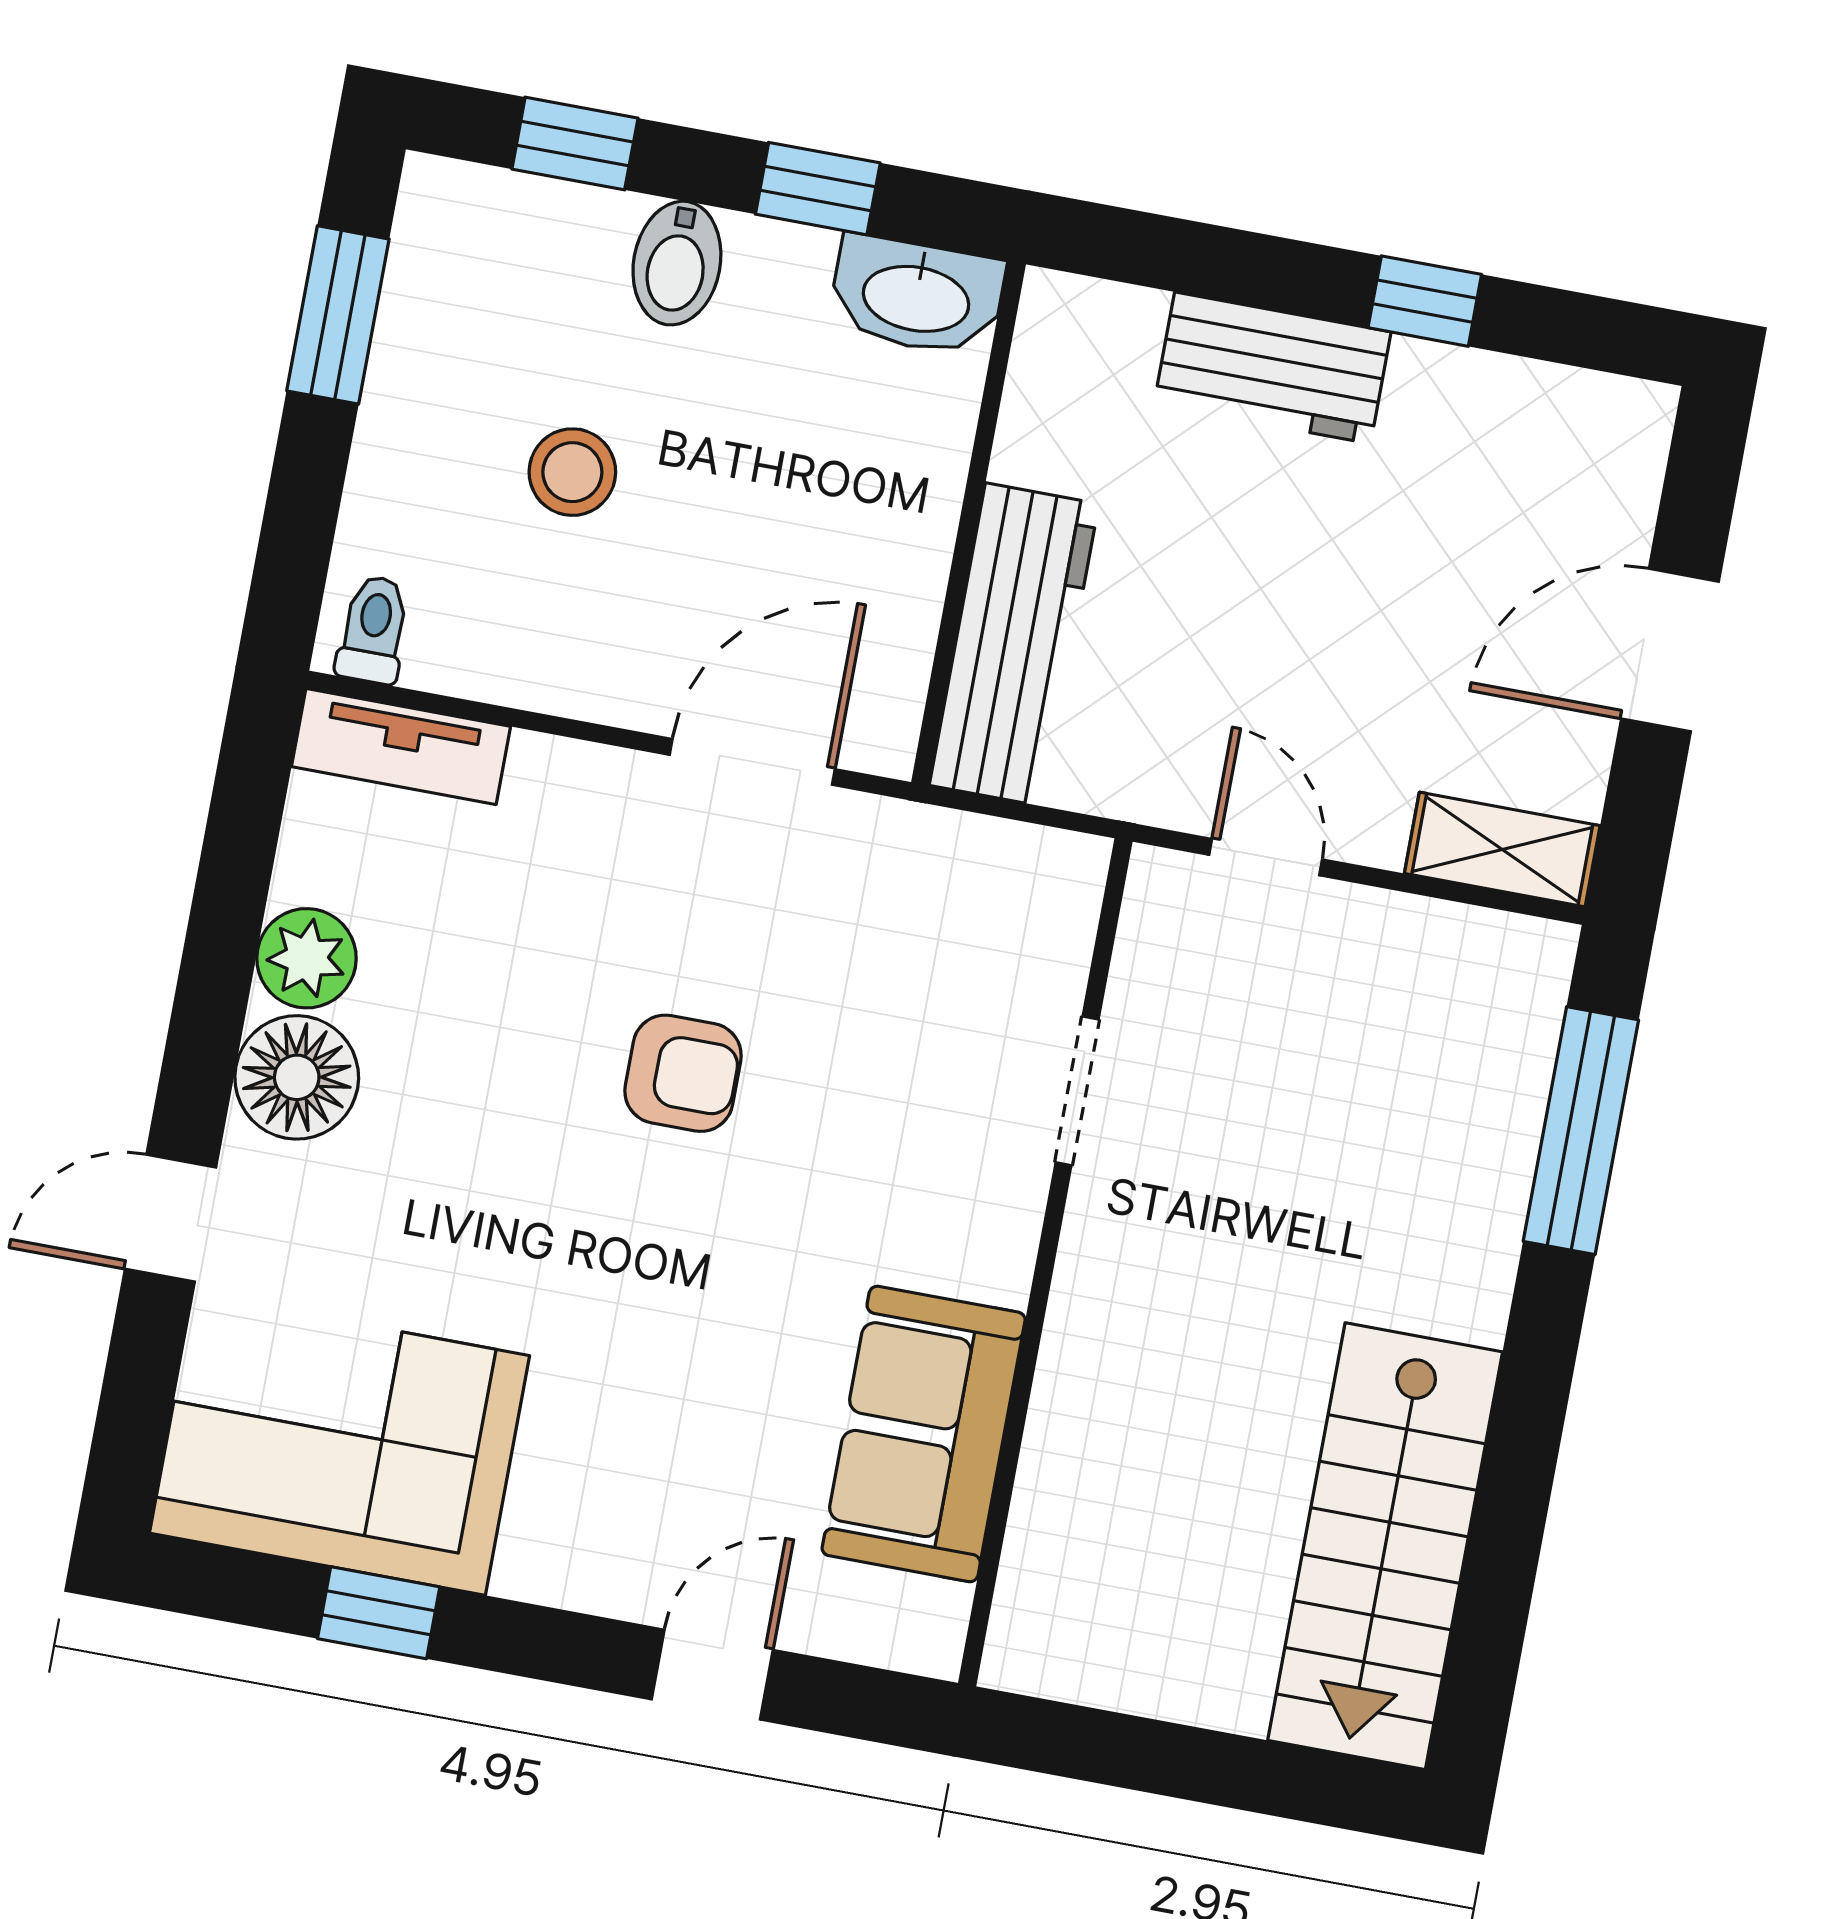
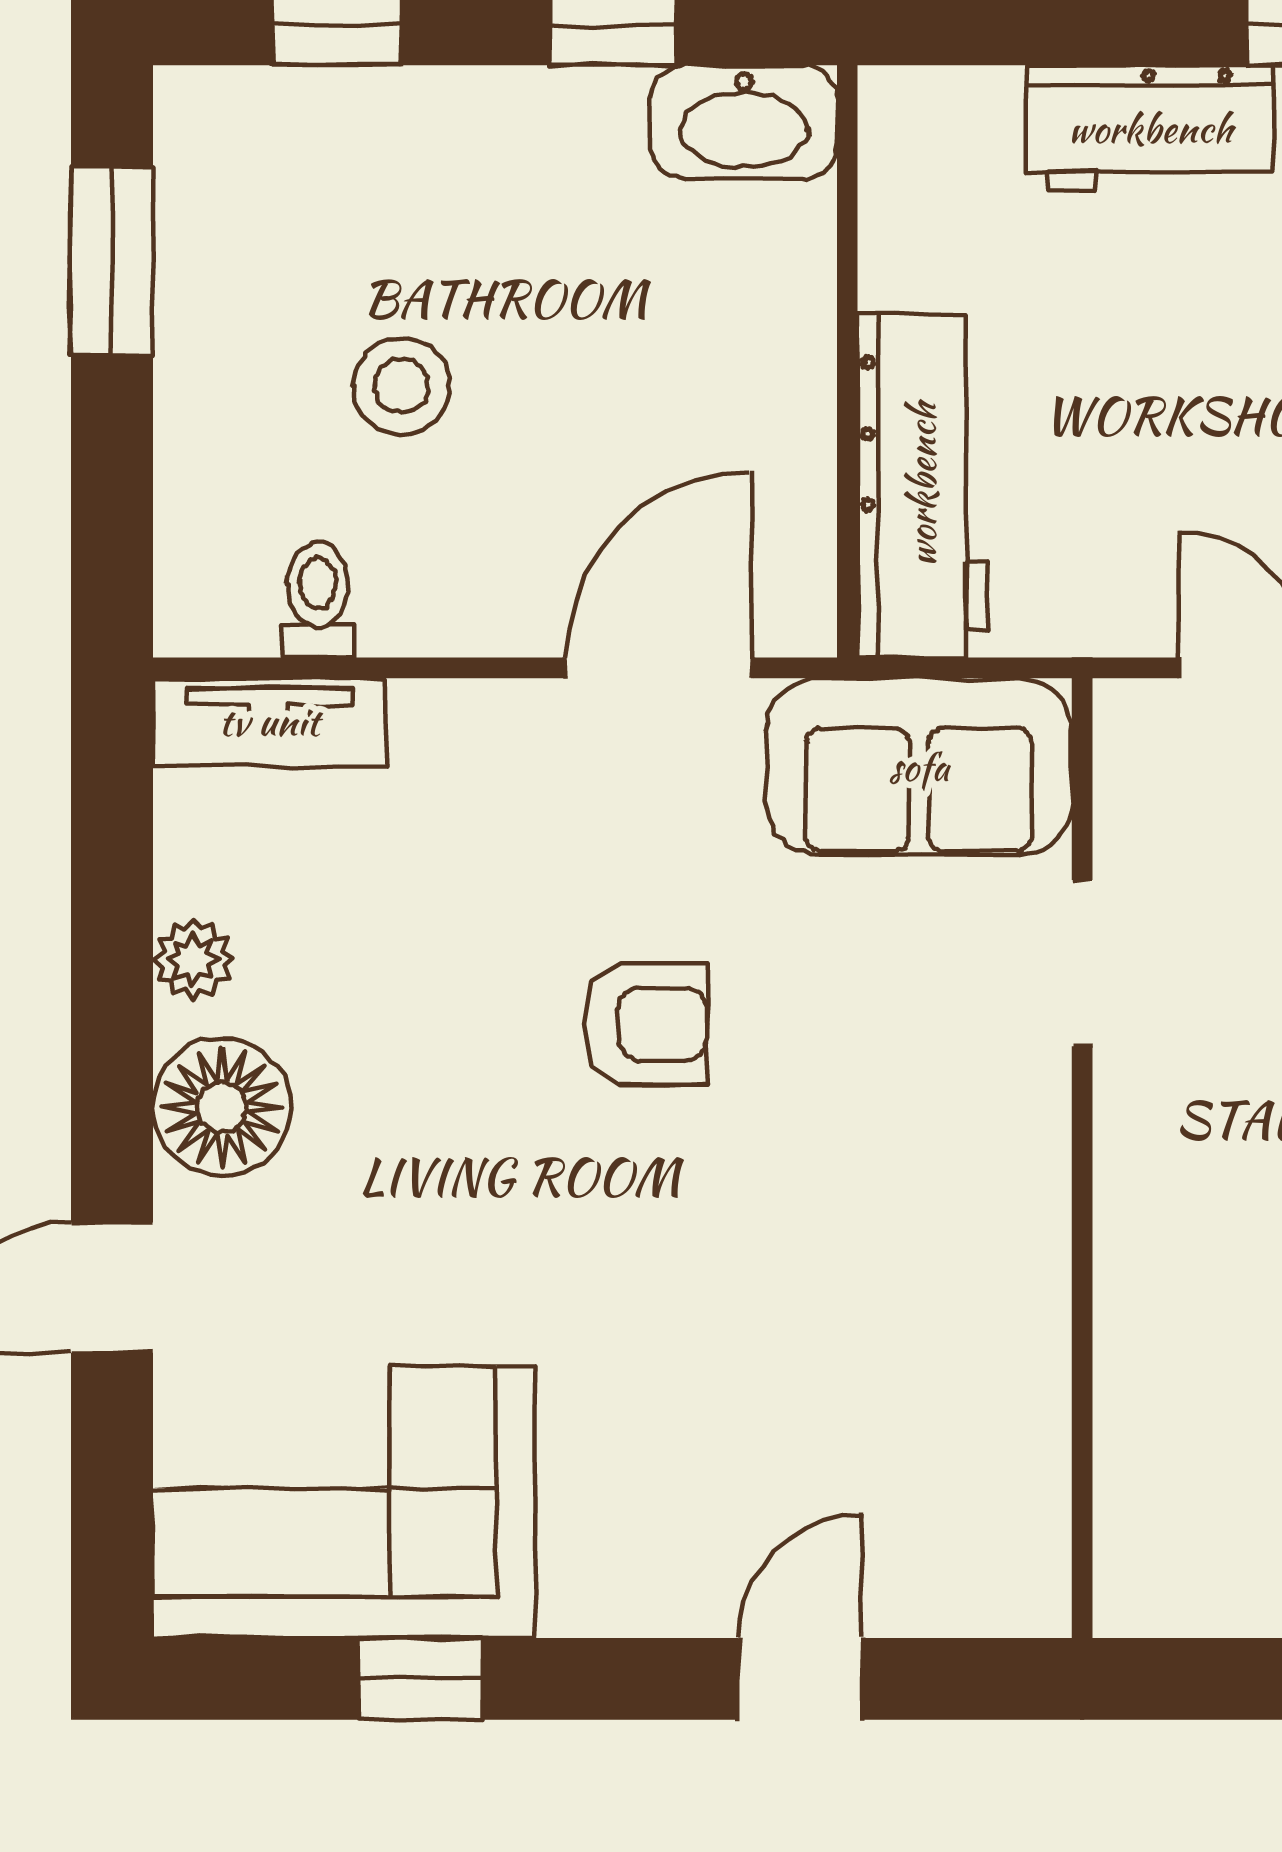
bidet: (677, 263) -> (474, 135), removed
toilet: (373, 630) -> (318, 599), moved
plant: (306, 958) -> (193, 959), width x0.73, depth x0.73
sofa: (924, 1434) -> (919, 767), moved, turned -90

